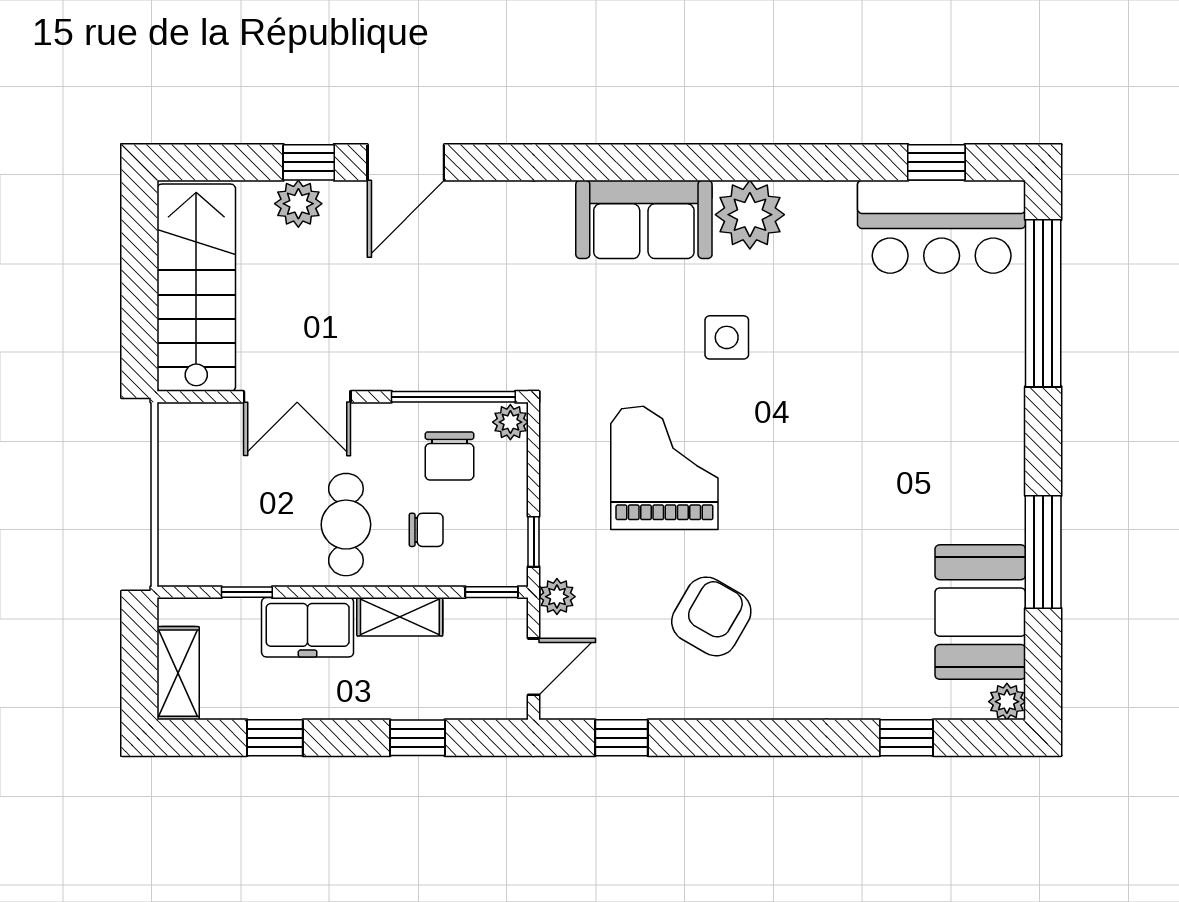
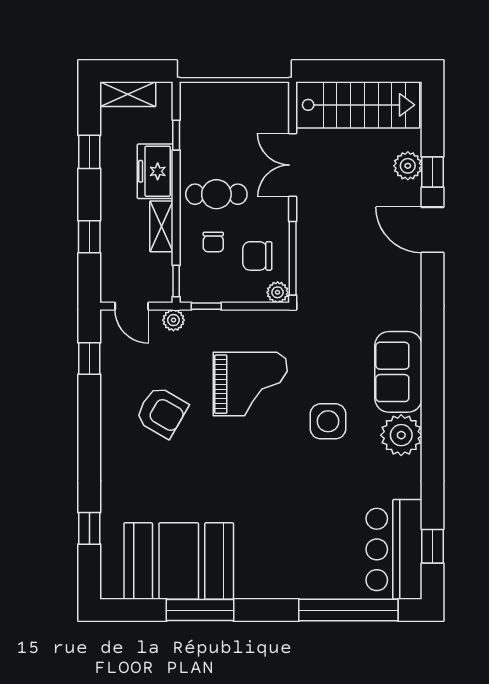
side table: (727, 337) -> (328, 421), width x1.37, depth x1.37
booth: (980, 612) -> (179, 561), width x1.36, depth x1.42
plant: (1007, 702) -> (111, 588), removed

